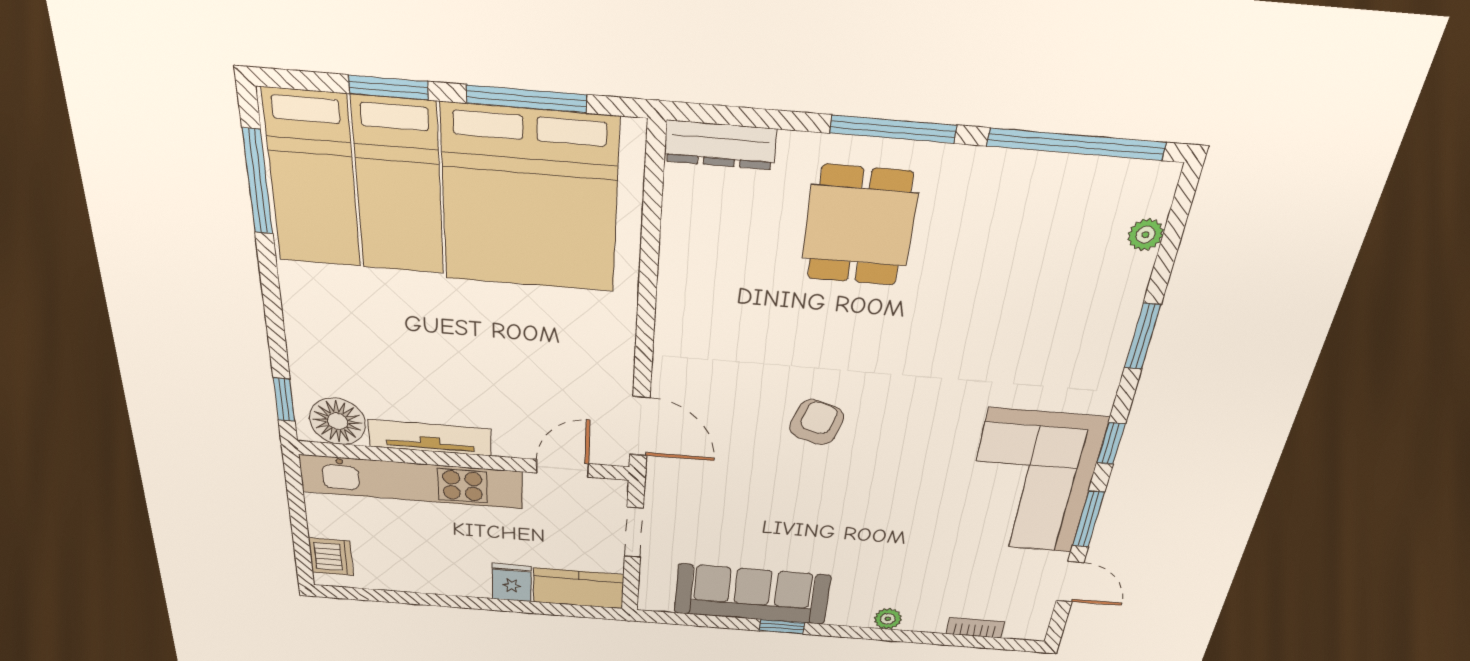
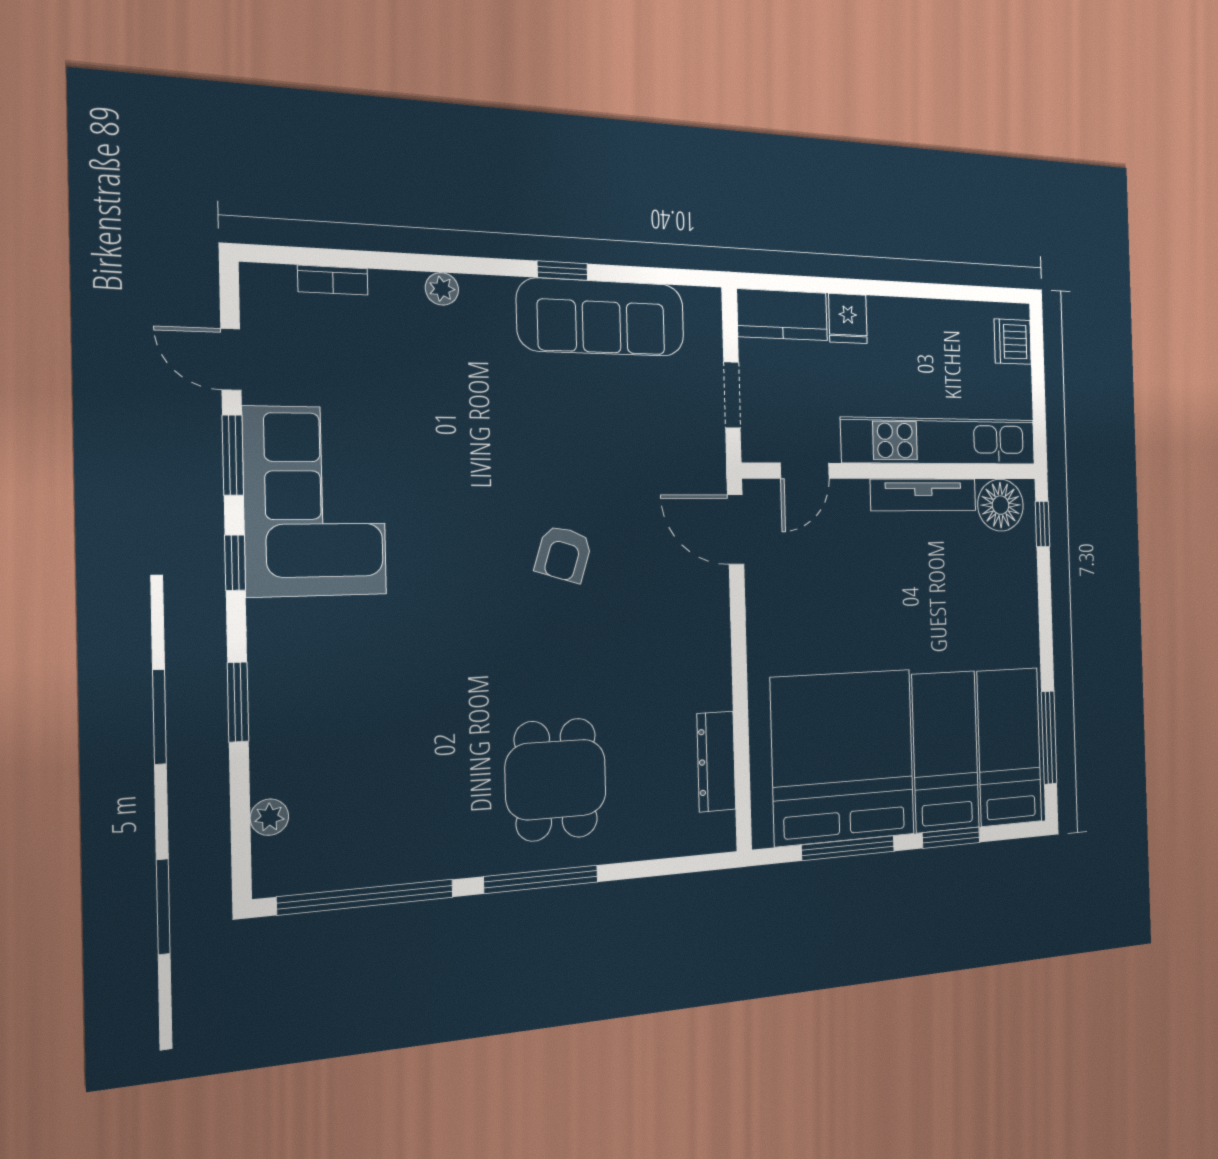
dresser: (720, 145) -> (716, 761), moved, turned -90

